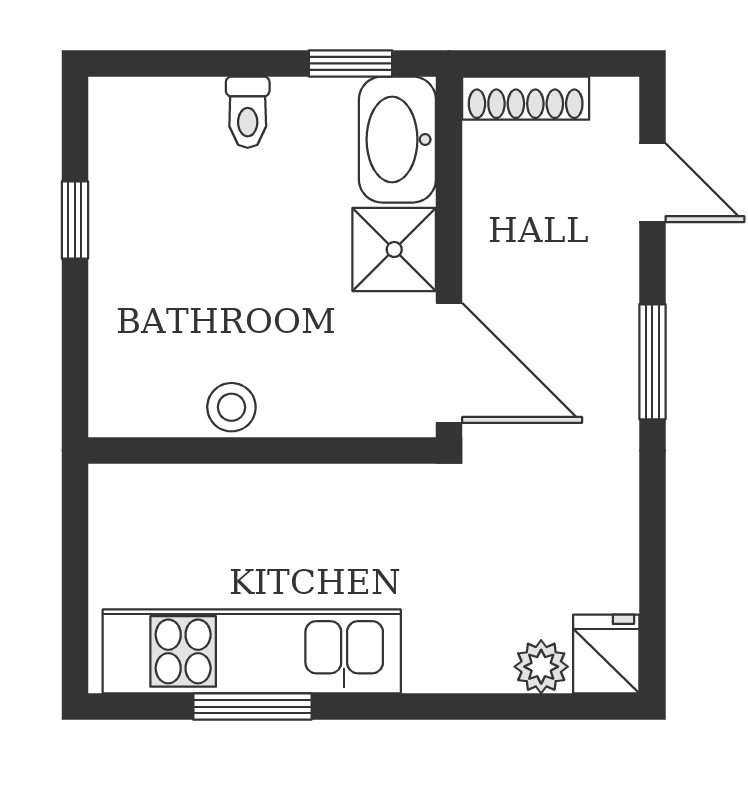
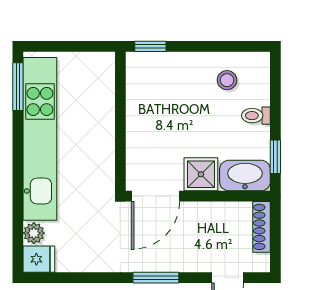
window: (75, 220) -> (150, 46), moved
stool: (231, 407) -> (227, 80), moved
kitchen unit: (252, 651) -> (40, 139), width x1.36
window: (252, 707) -> (18, 87), moved

